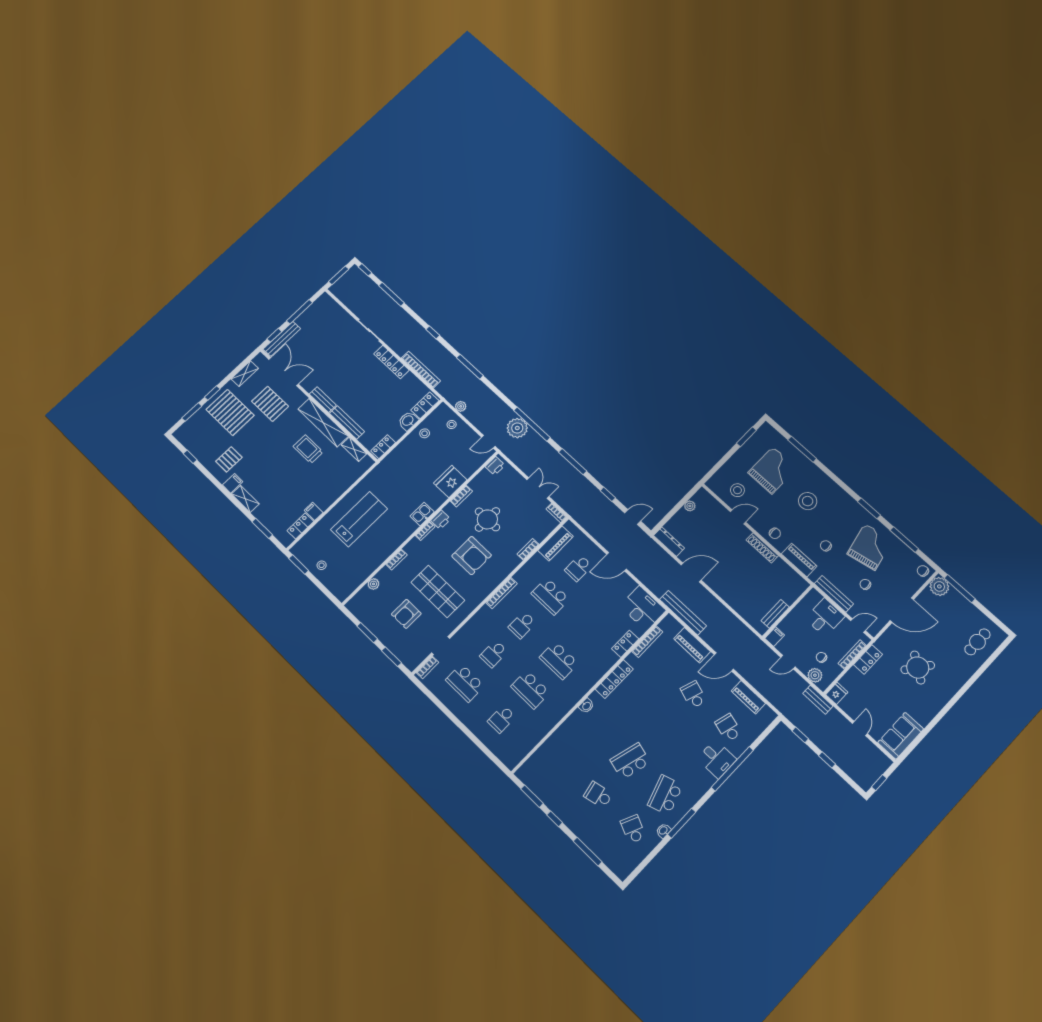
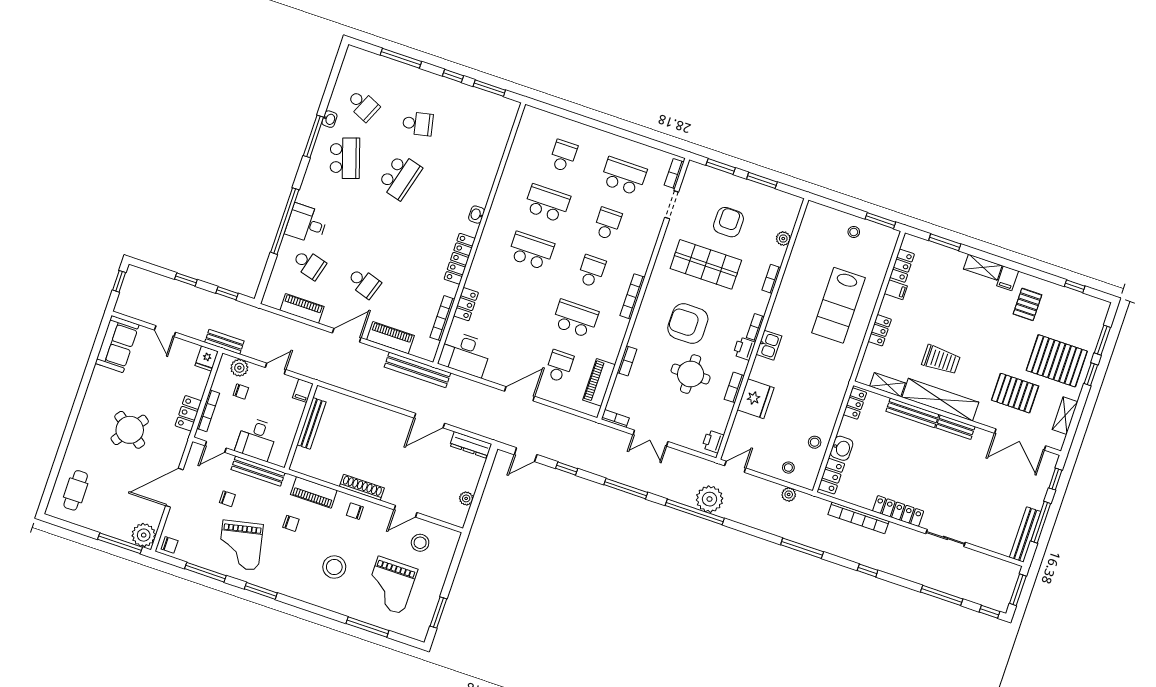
bench: (282, 339) -> (1025, 534), moved
locker: (340, 489) -> (880, 330), added
bench: (775, 614) -> (312, 423), width x1.36

